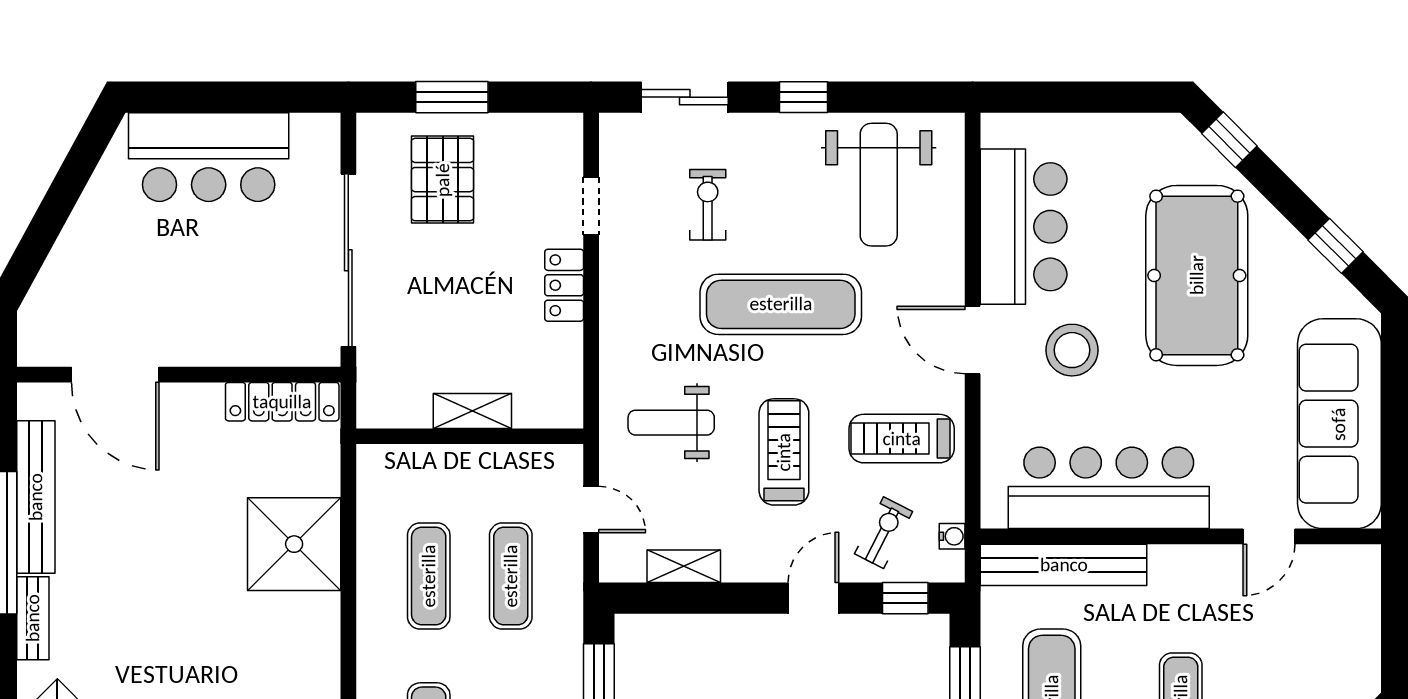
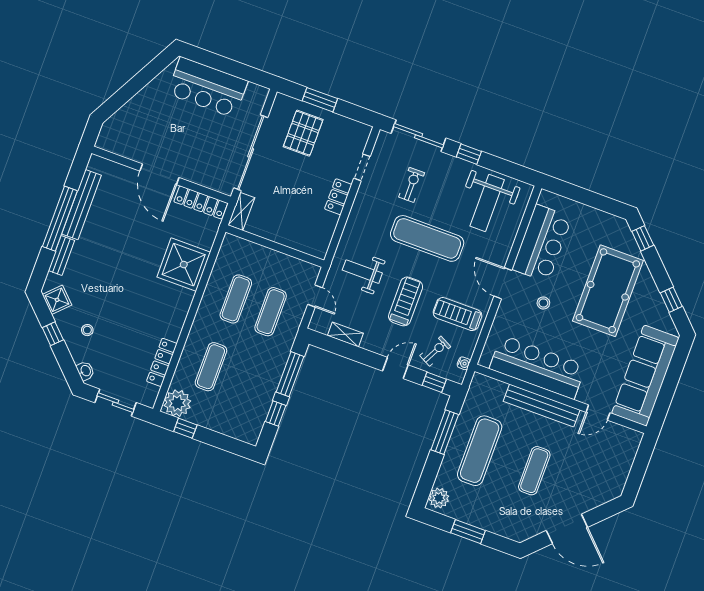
sliding door: (685, 97) -> (419, 136), width x1.37
stool: (1072, 350) -> (543, 303), width x0.53, depth x0.53
door: (115, 375) -> (159, 174), moved
shelving: (472, 411) -> (241, 211), moved, turned 90
bench: (1064, 565) -> (542, 406), moved

